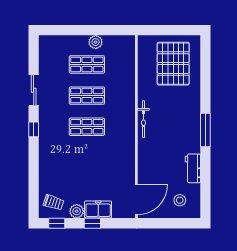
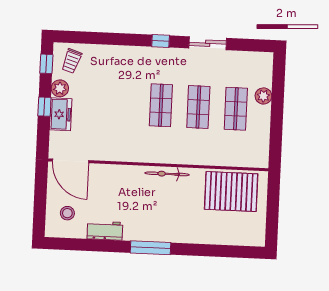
plant: (96, 42) -> (263, 96), moved
pallet: (173, 64) -> (231, 192), moved

